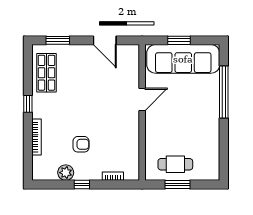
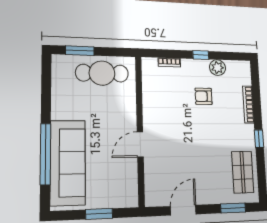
door: (105, 40) -> (183, 210), hinge flipped
sofa: (183, 59) -> (68, 163), moved, turned 90
cafe table: (175, 164) -> (102, 73), width x1.37, depth x1.35
window: (177, 185) -> (80, 51), moved

